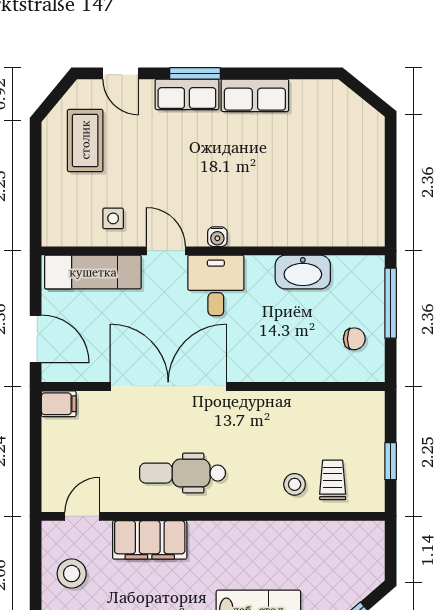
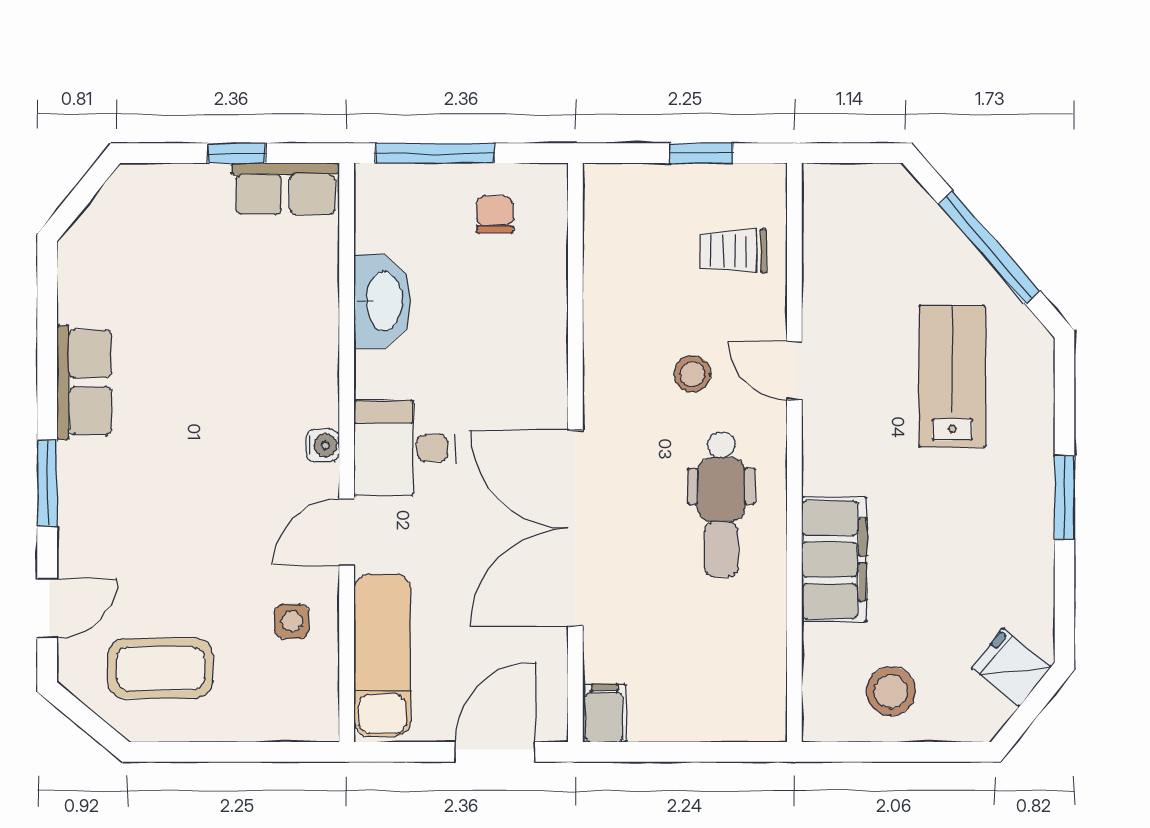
row of seats: (187, 94) -> (285, 189), moved, turned 90
window: (391, 186) -> (237, 153), added
stool: (295, 484) -> (692, 374), moved
door: (82, 516) -> (794, 371), moved

